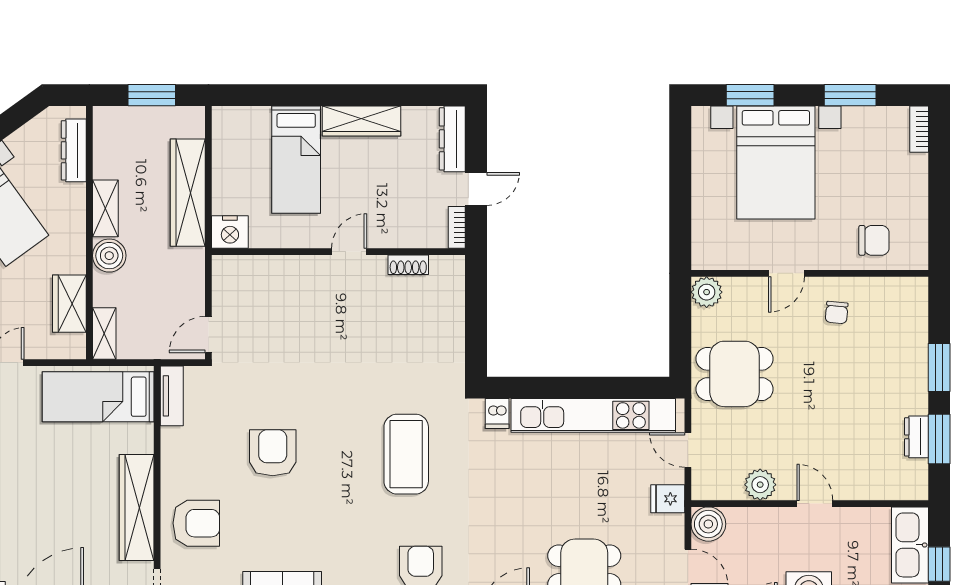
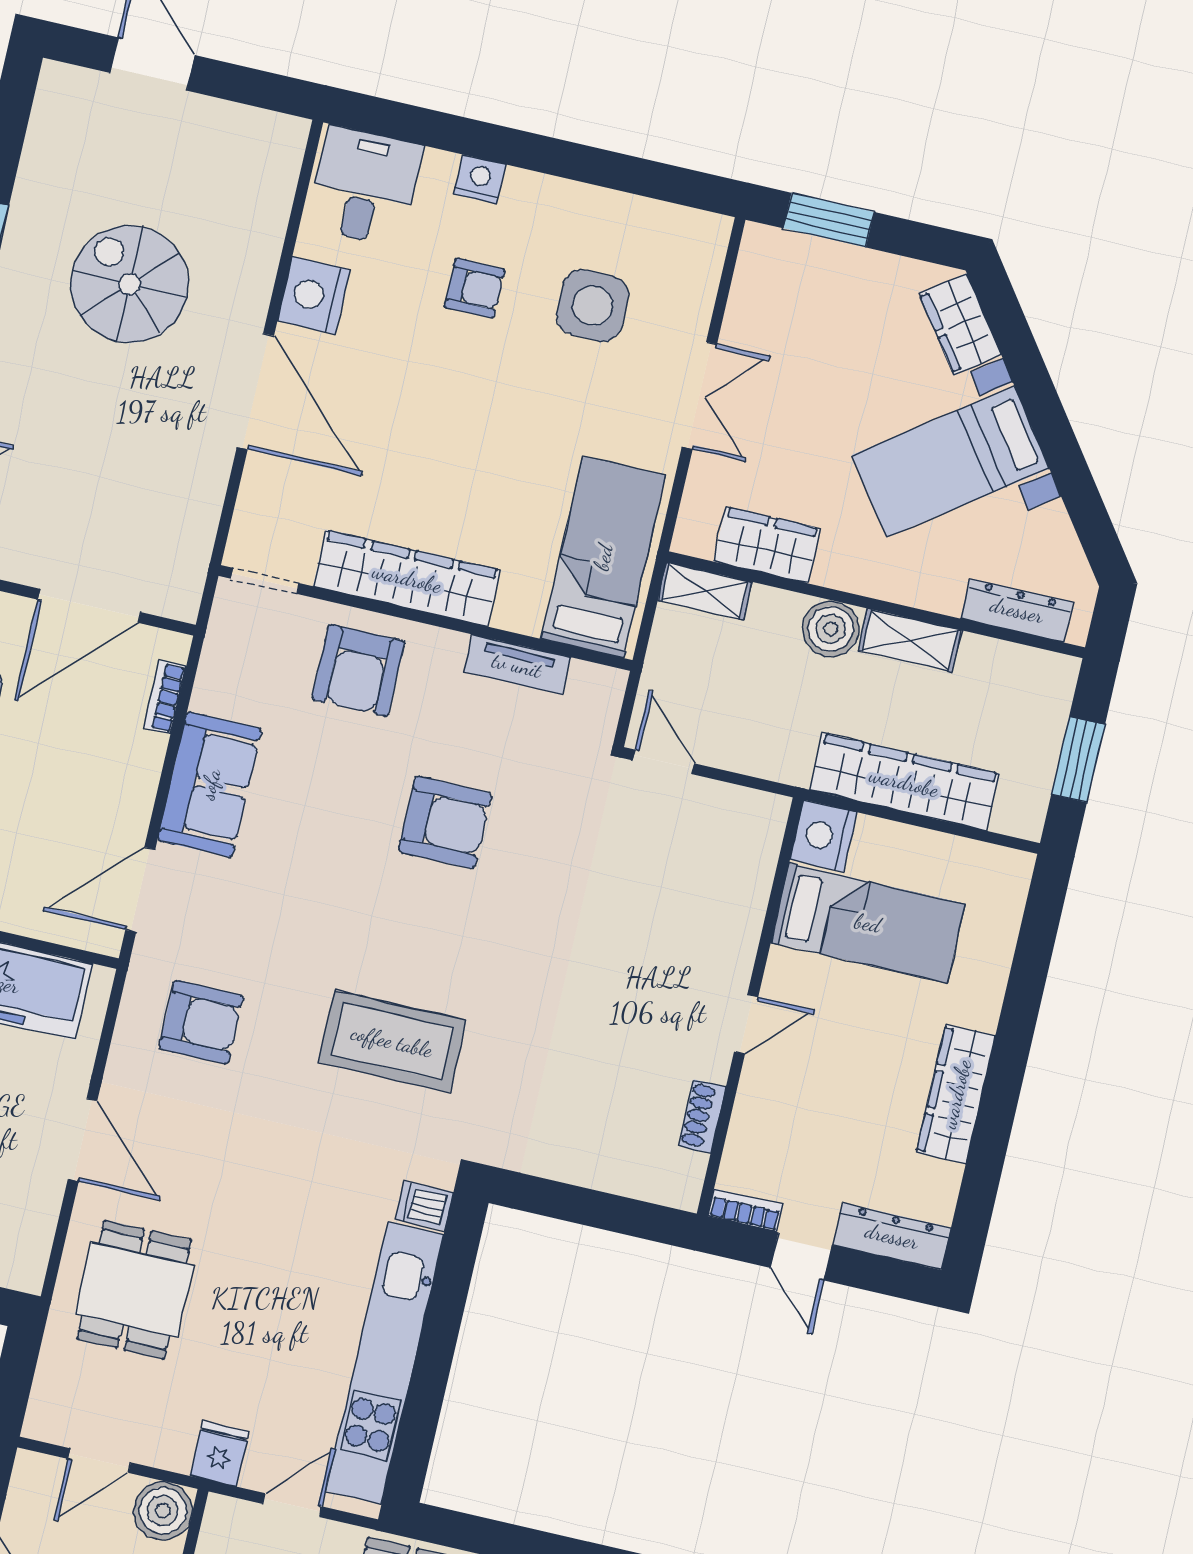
bed: (296, 160) -> (868, 923), moved, turned 180
door: (349, 252) -> (746, 1024), hinge flipped
tv unit: (172, 396) -> (517, 665), moved

